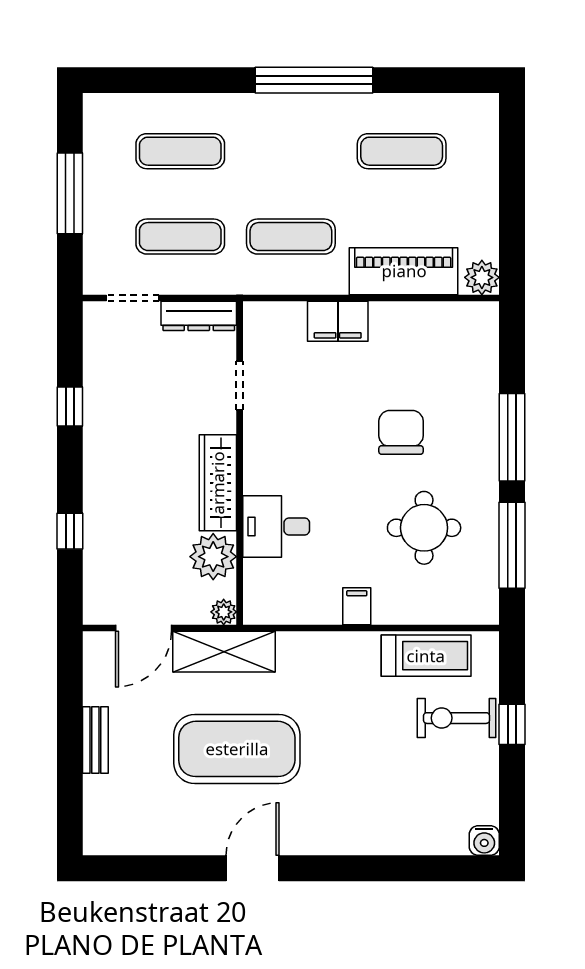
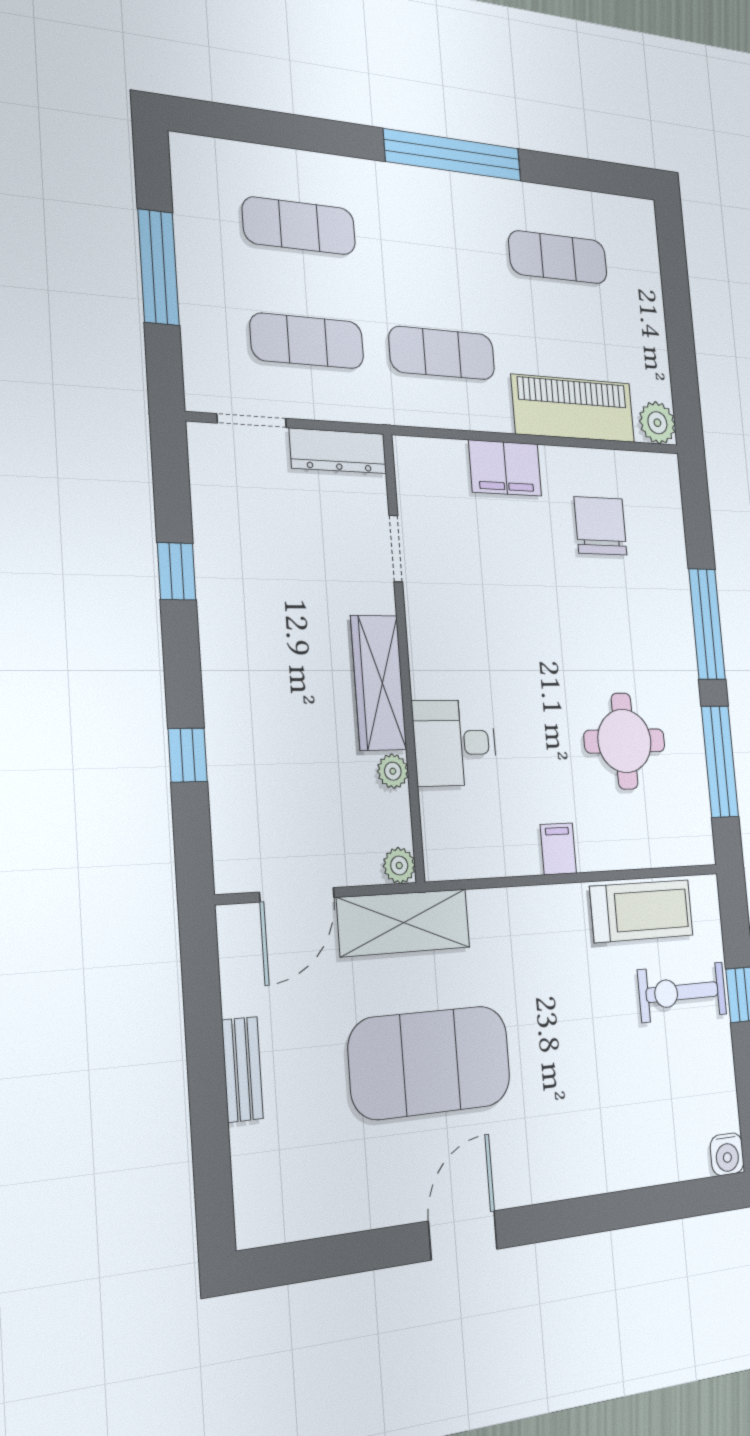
chair: (401, 432) -> (601, 526), moved
plant: (213, 557) -> (393, 771), width x0.53, depth x0.53

